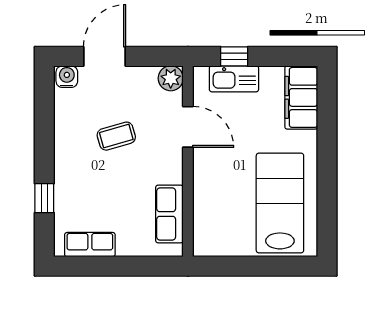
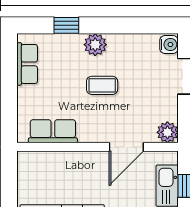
coffee table: (116, 136) -> (102, 85), moved, turned -74
plant: (67, 164) -> (95, 45), added

